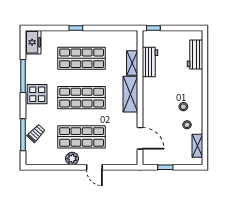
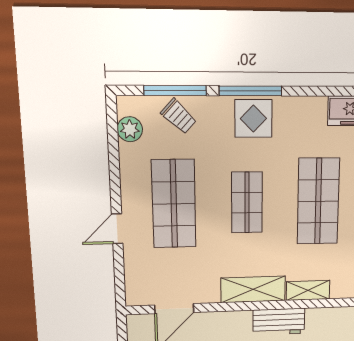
workbench: (150, 62) -> (279, 322), moved
window: (23, 76) -> (251, 91), moved
shop shelf: (82, 98) -> (247, 203), width x0.70, depth x0.74
plant: (72, 159) -> (130, 129), moved

